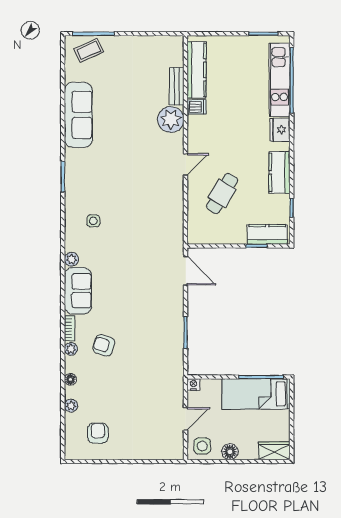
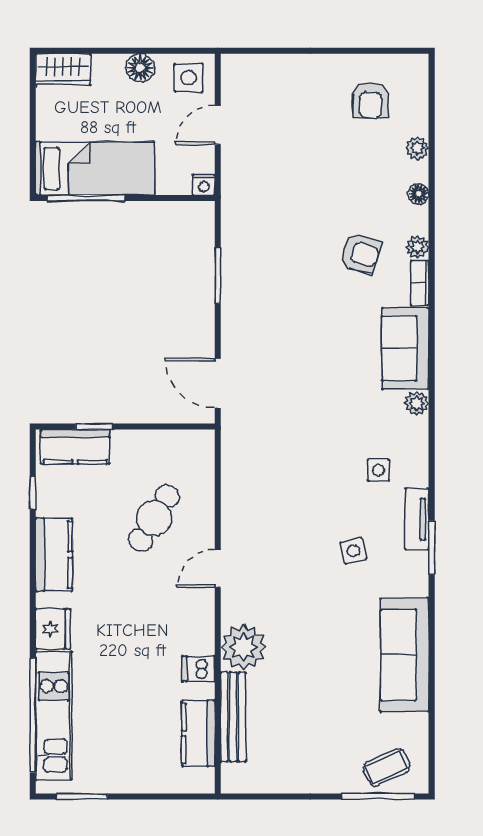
kitchen counter: (197, 70) -> (198, 733), width x0.67
bench: (177, 86) -> (233, 717), width x1.36
side table: (108, 175) -> (354, 551), added
tv unit: (71, 193) -> (417, 519), added

